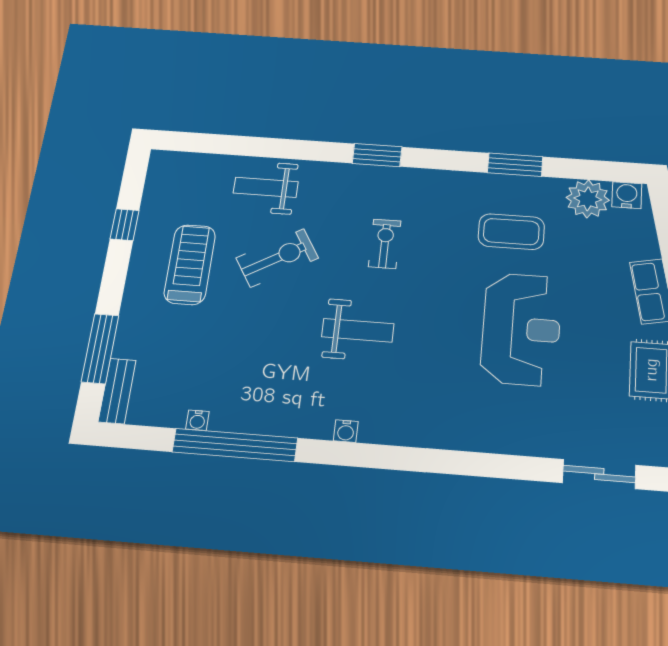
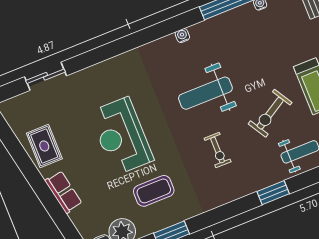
window: (377, 155) -> (273, 193), moved
weight bench: (358, 330) -> (205, 93), width x1.36, depth x1.33

